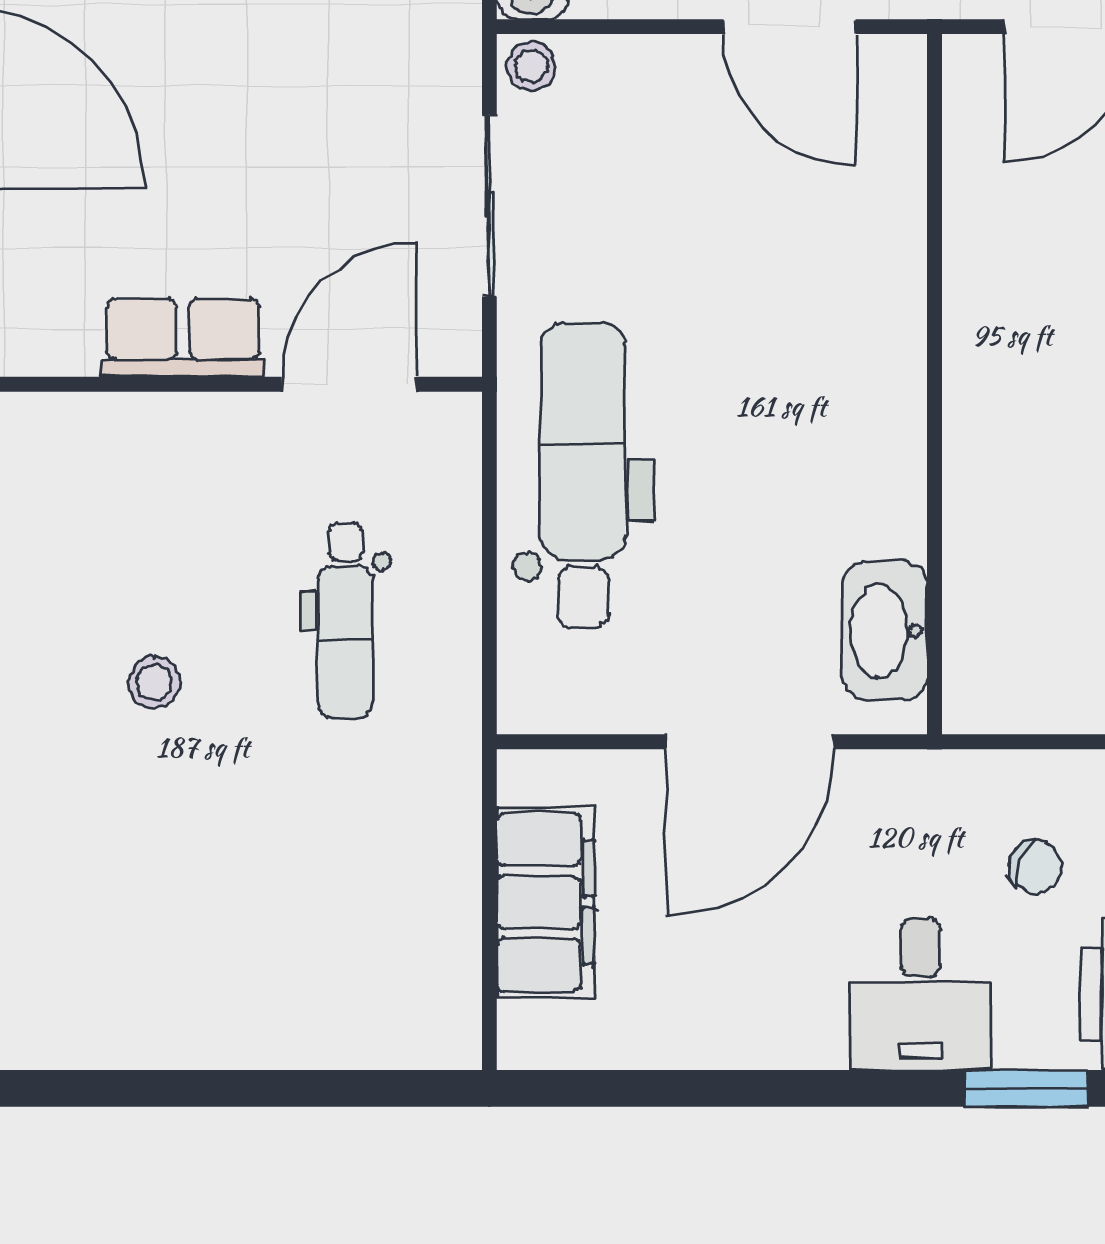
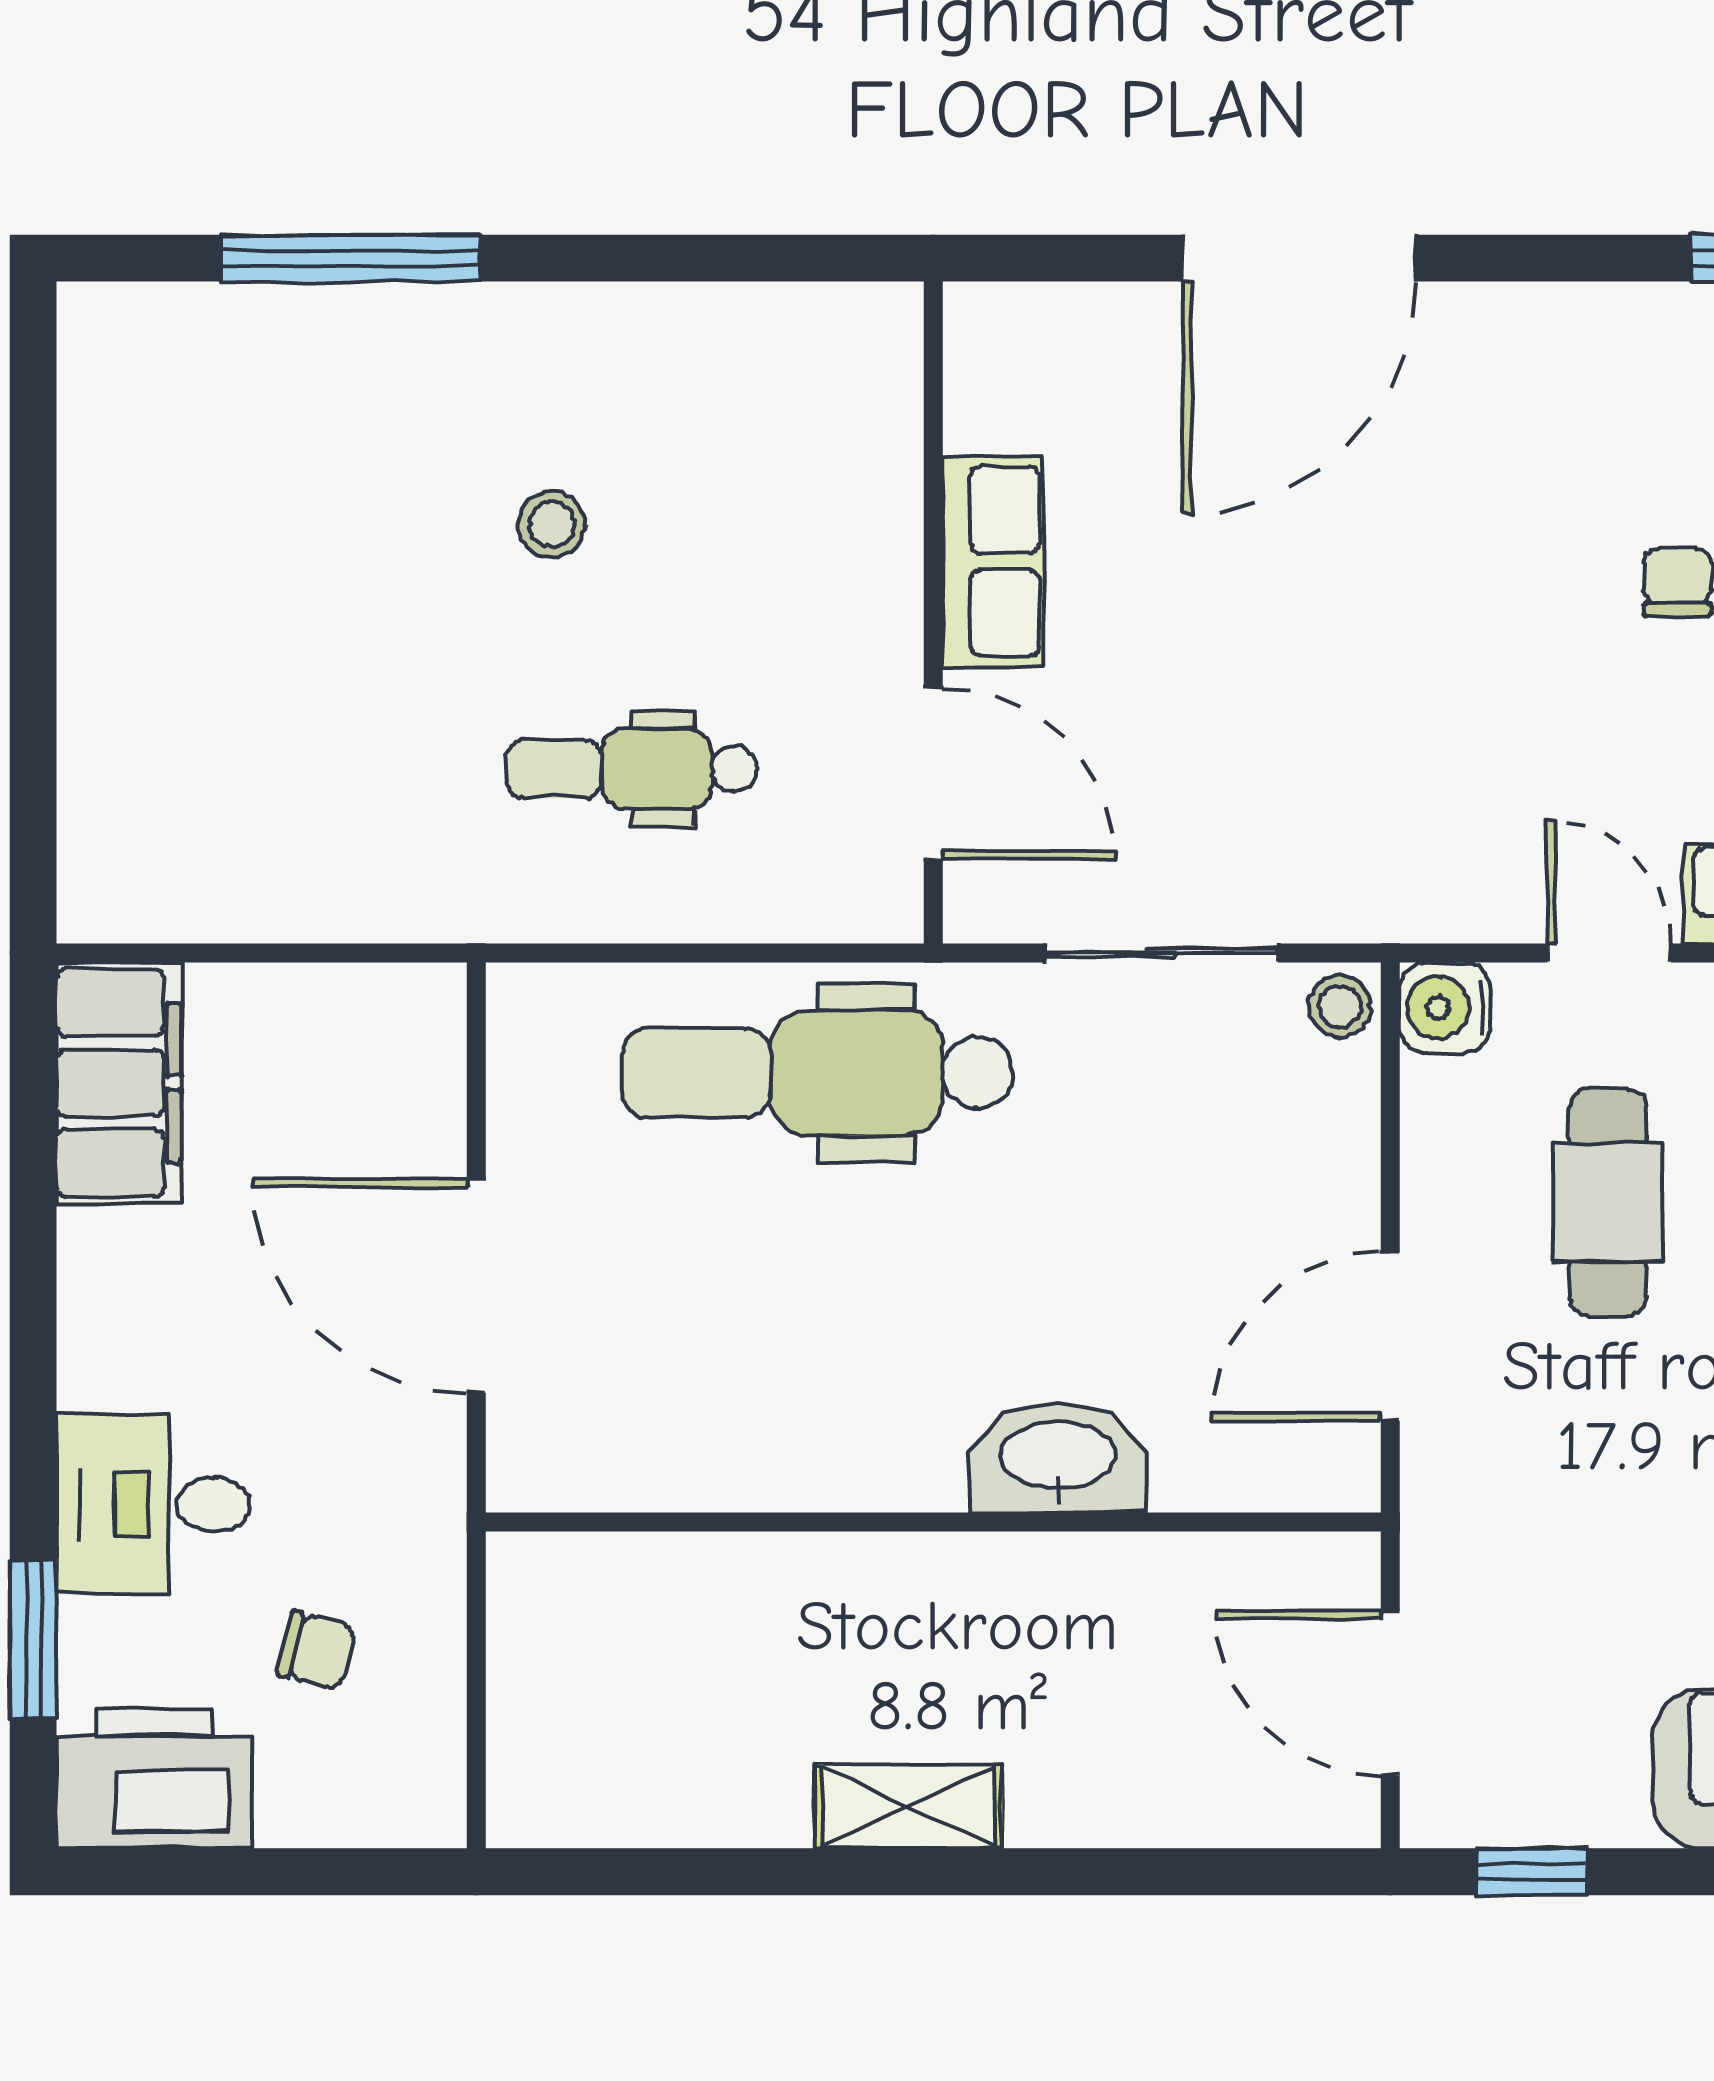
dental chair: (583, 475) -> (817, 1073), turned 180
washbasin: (885, 631) -> (1058, 1458), moved
chair: (1035, 867) -> (316, 1650), turned -100
filing cabinet: (546, 902) -> (119, 1083), moved, turned -90

